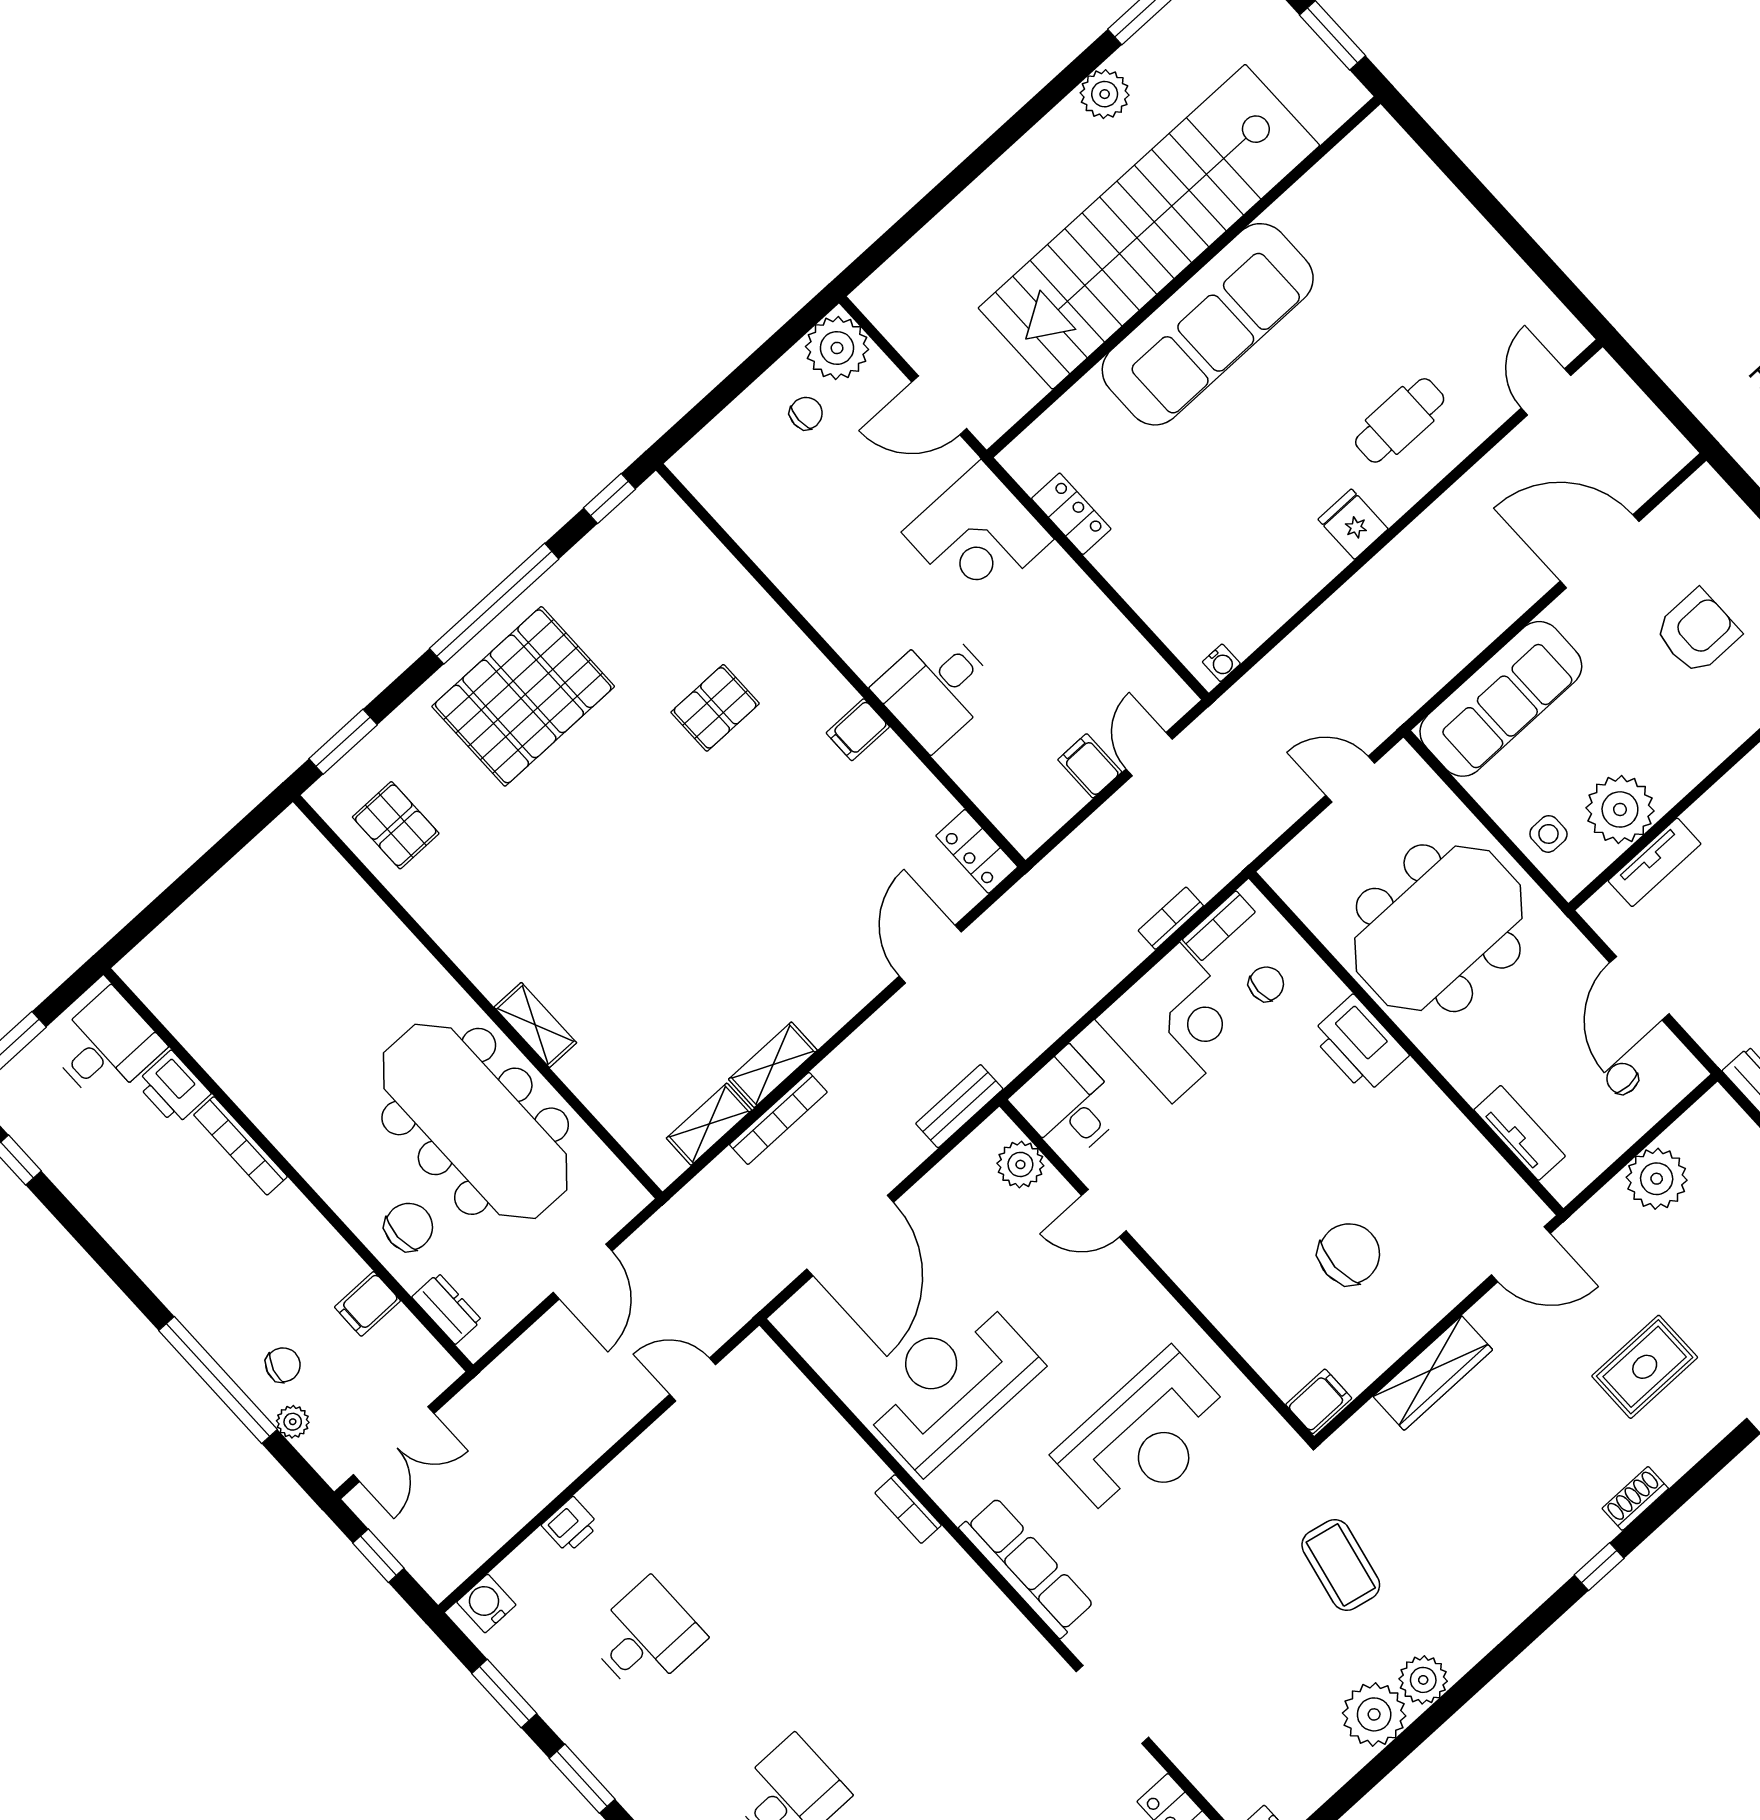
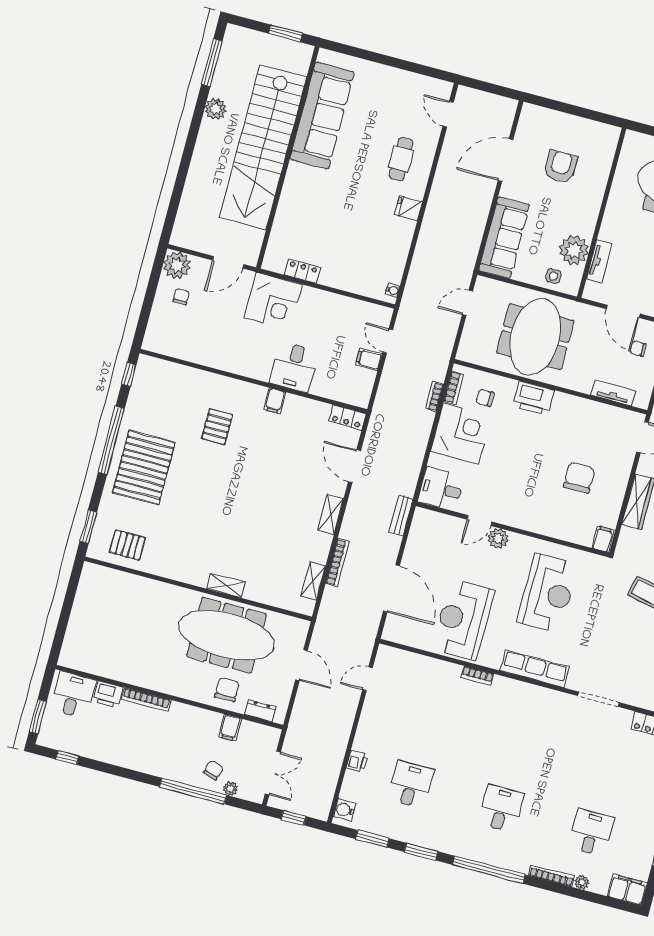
sofa: (1208, 324) -> (322, 116), moved
chair: (1266, 984) -> (485, 398), turned -90
shelving: (773, 1065) -> (331, 514), moved
plant: (1020, 1164) -> (498, 538), moved

